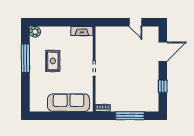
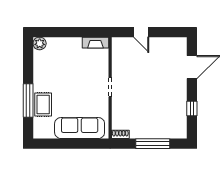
door: (135, 22) -> (141, 32), moved
window: (25, 58) -> (28, 100), moved
rug: (53, 61) -> (43, 104), moved

